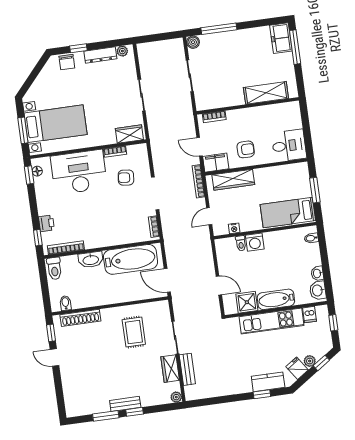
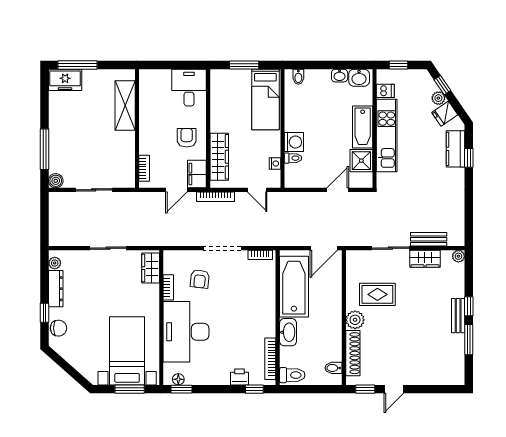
plant: (109, 316) -> (355, 320), added

